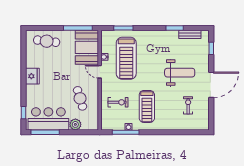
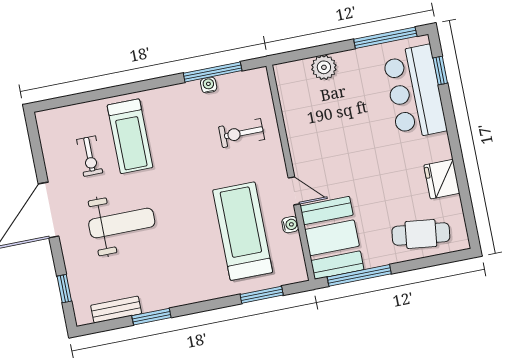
weight bench: (180, 73) -> (122, 223), turned 180
fridge: (32, 76) -> (442, 179), moved
cafe table: (80, 98) -> (325, 125), removed
treadmill: (147, 106) -> (130, 136), moved, turned 180
bar counter: (48, 119) -> (415, 92), moved, turned 90

